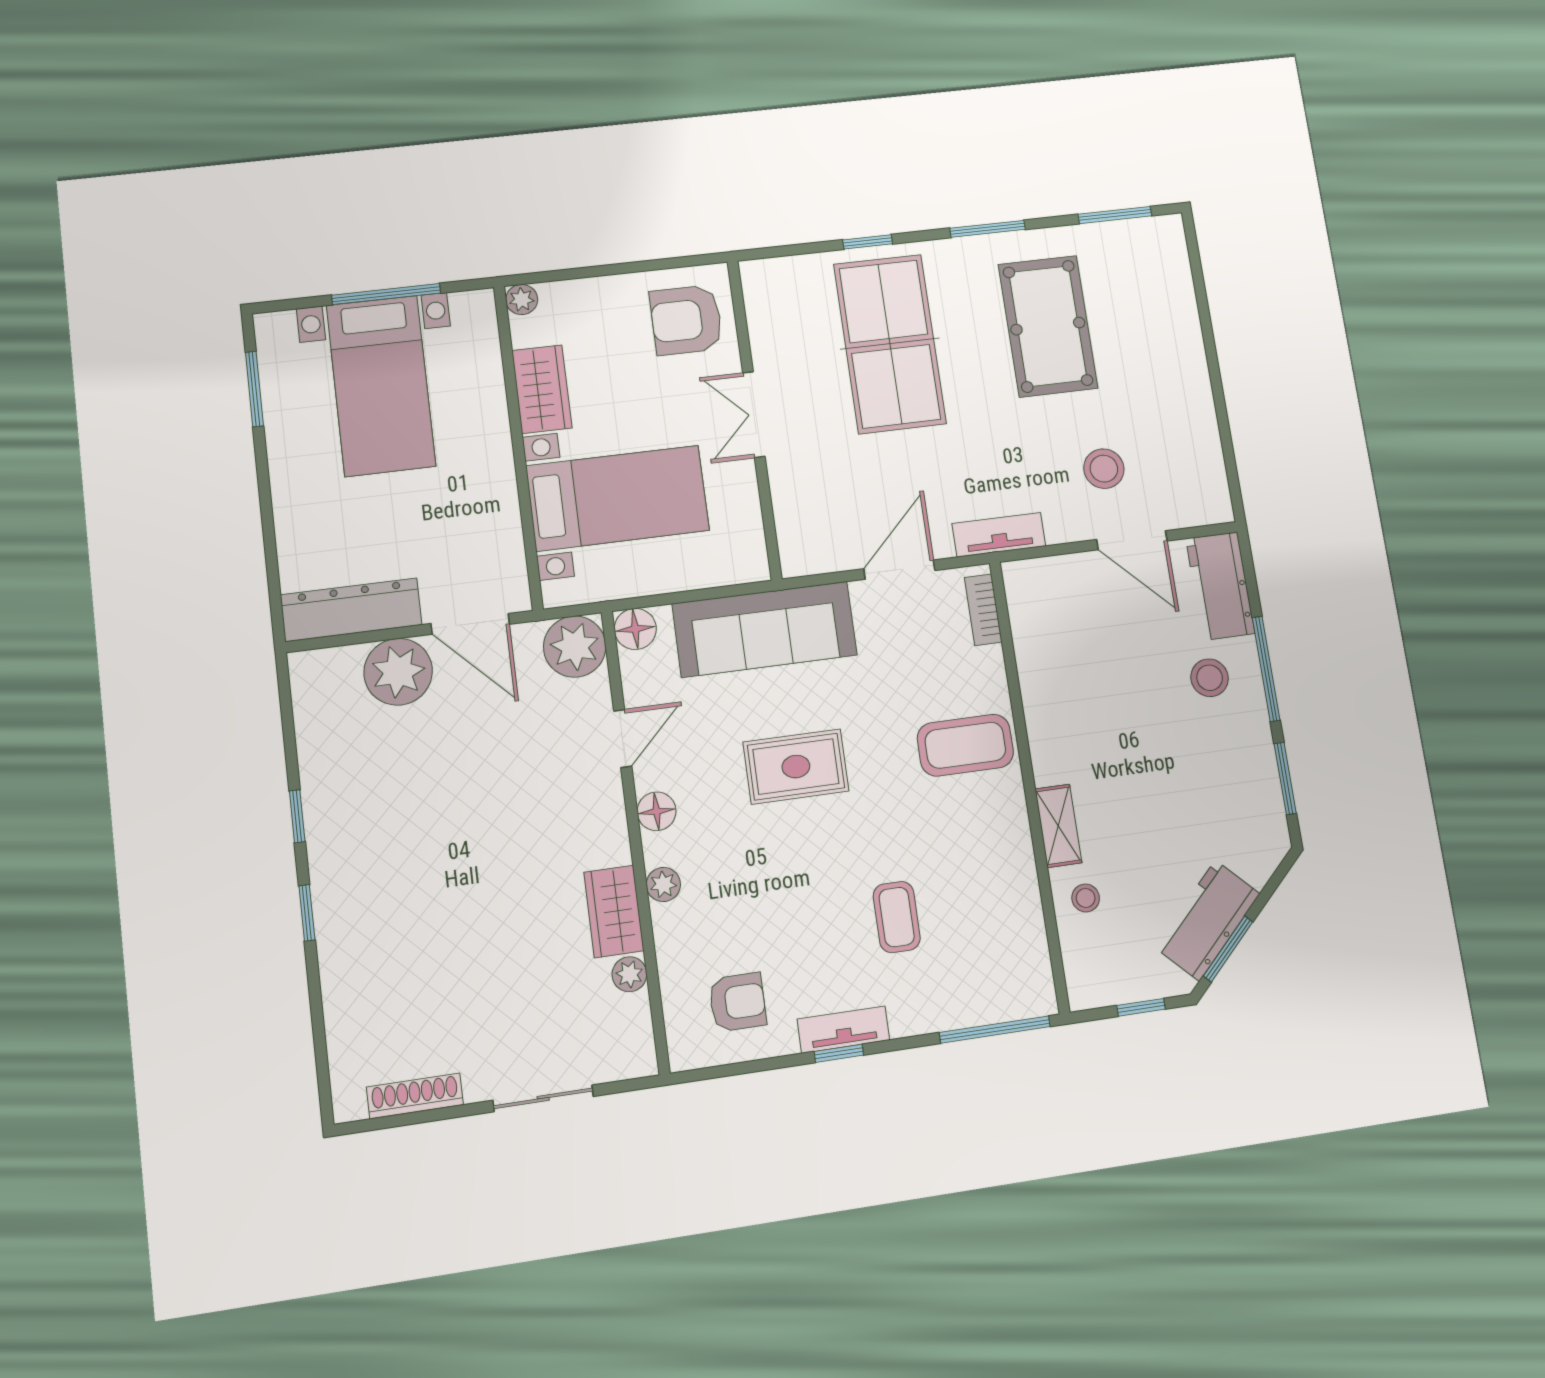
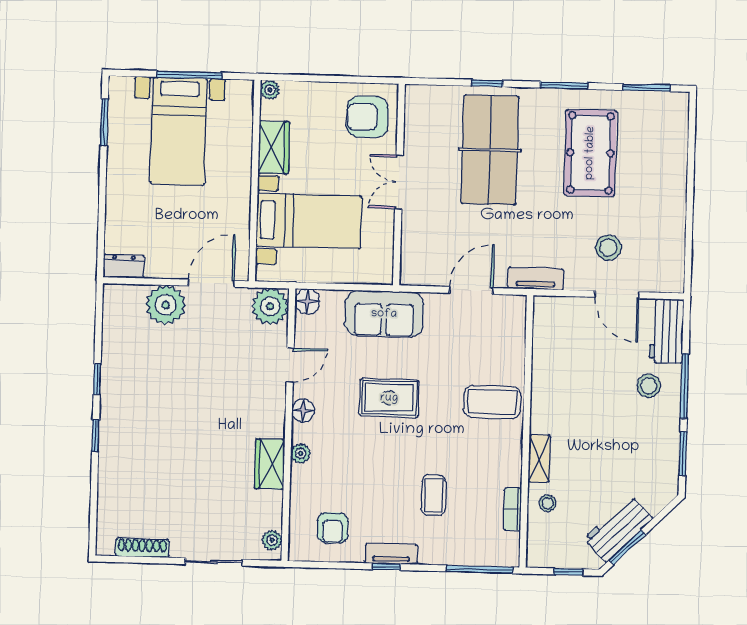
dresser: (351, 610) -> (124, 266), width x0.51, depth x0.80
bookcase: (983, 610) -> (513, 509), moved
door: (470, 624) -> (211, 283), swing flipped
sofa: (765, 629) -> (384, 314), width x0.73
plant: (629, 974) -> (272, 540), moved
armchair: (738, 1002) -> (333, 528), turned 90

